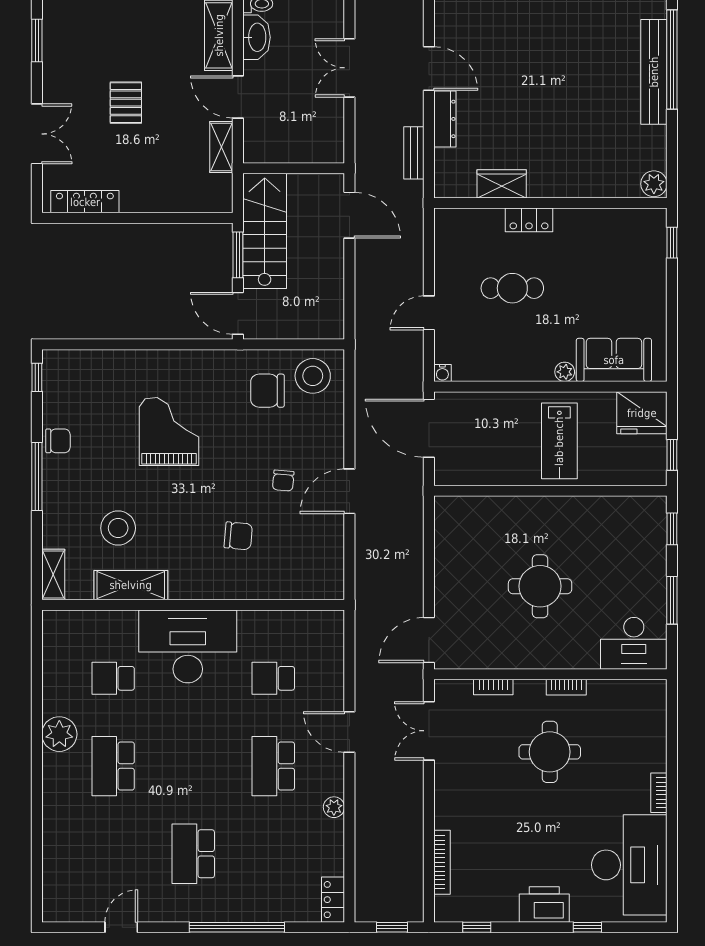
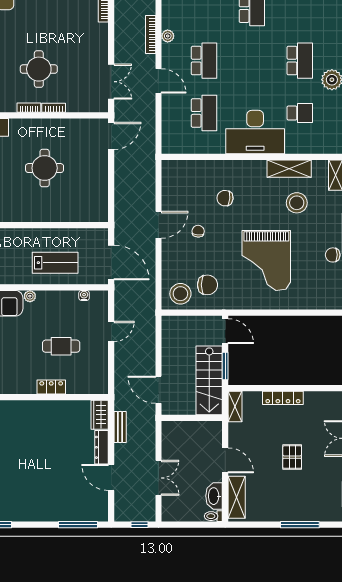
shelving: (221, 147) -> (235, 406), moved
wardrobe: (502, 184) -> (100, 415), moved, turned 90
locker: (85, 202) -> (283, 398), moved
water cooler: (442, 373) -> (84, 295), moved
grand piano: (169, 431) -> (266, 261), width x1.37, depth x1.48
lab bench: (559, 441) -> (55, 263), moved, turned 90
school desk: (273, 678) -> (204, 113), width x1.85
bookcase: (493, 687) -> (54, 108), moved
bookcase: (363, 810) -> (151, 35), added

